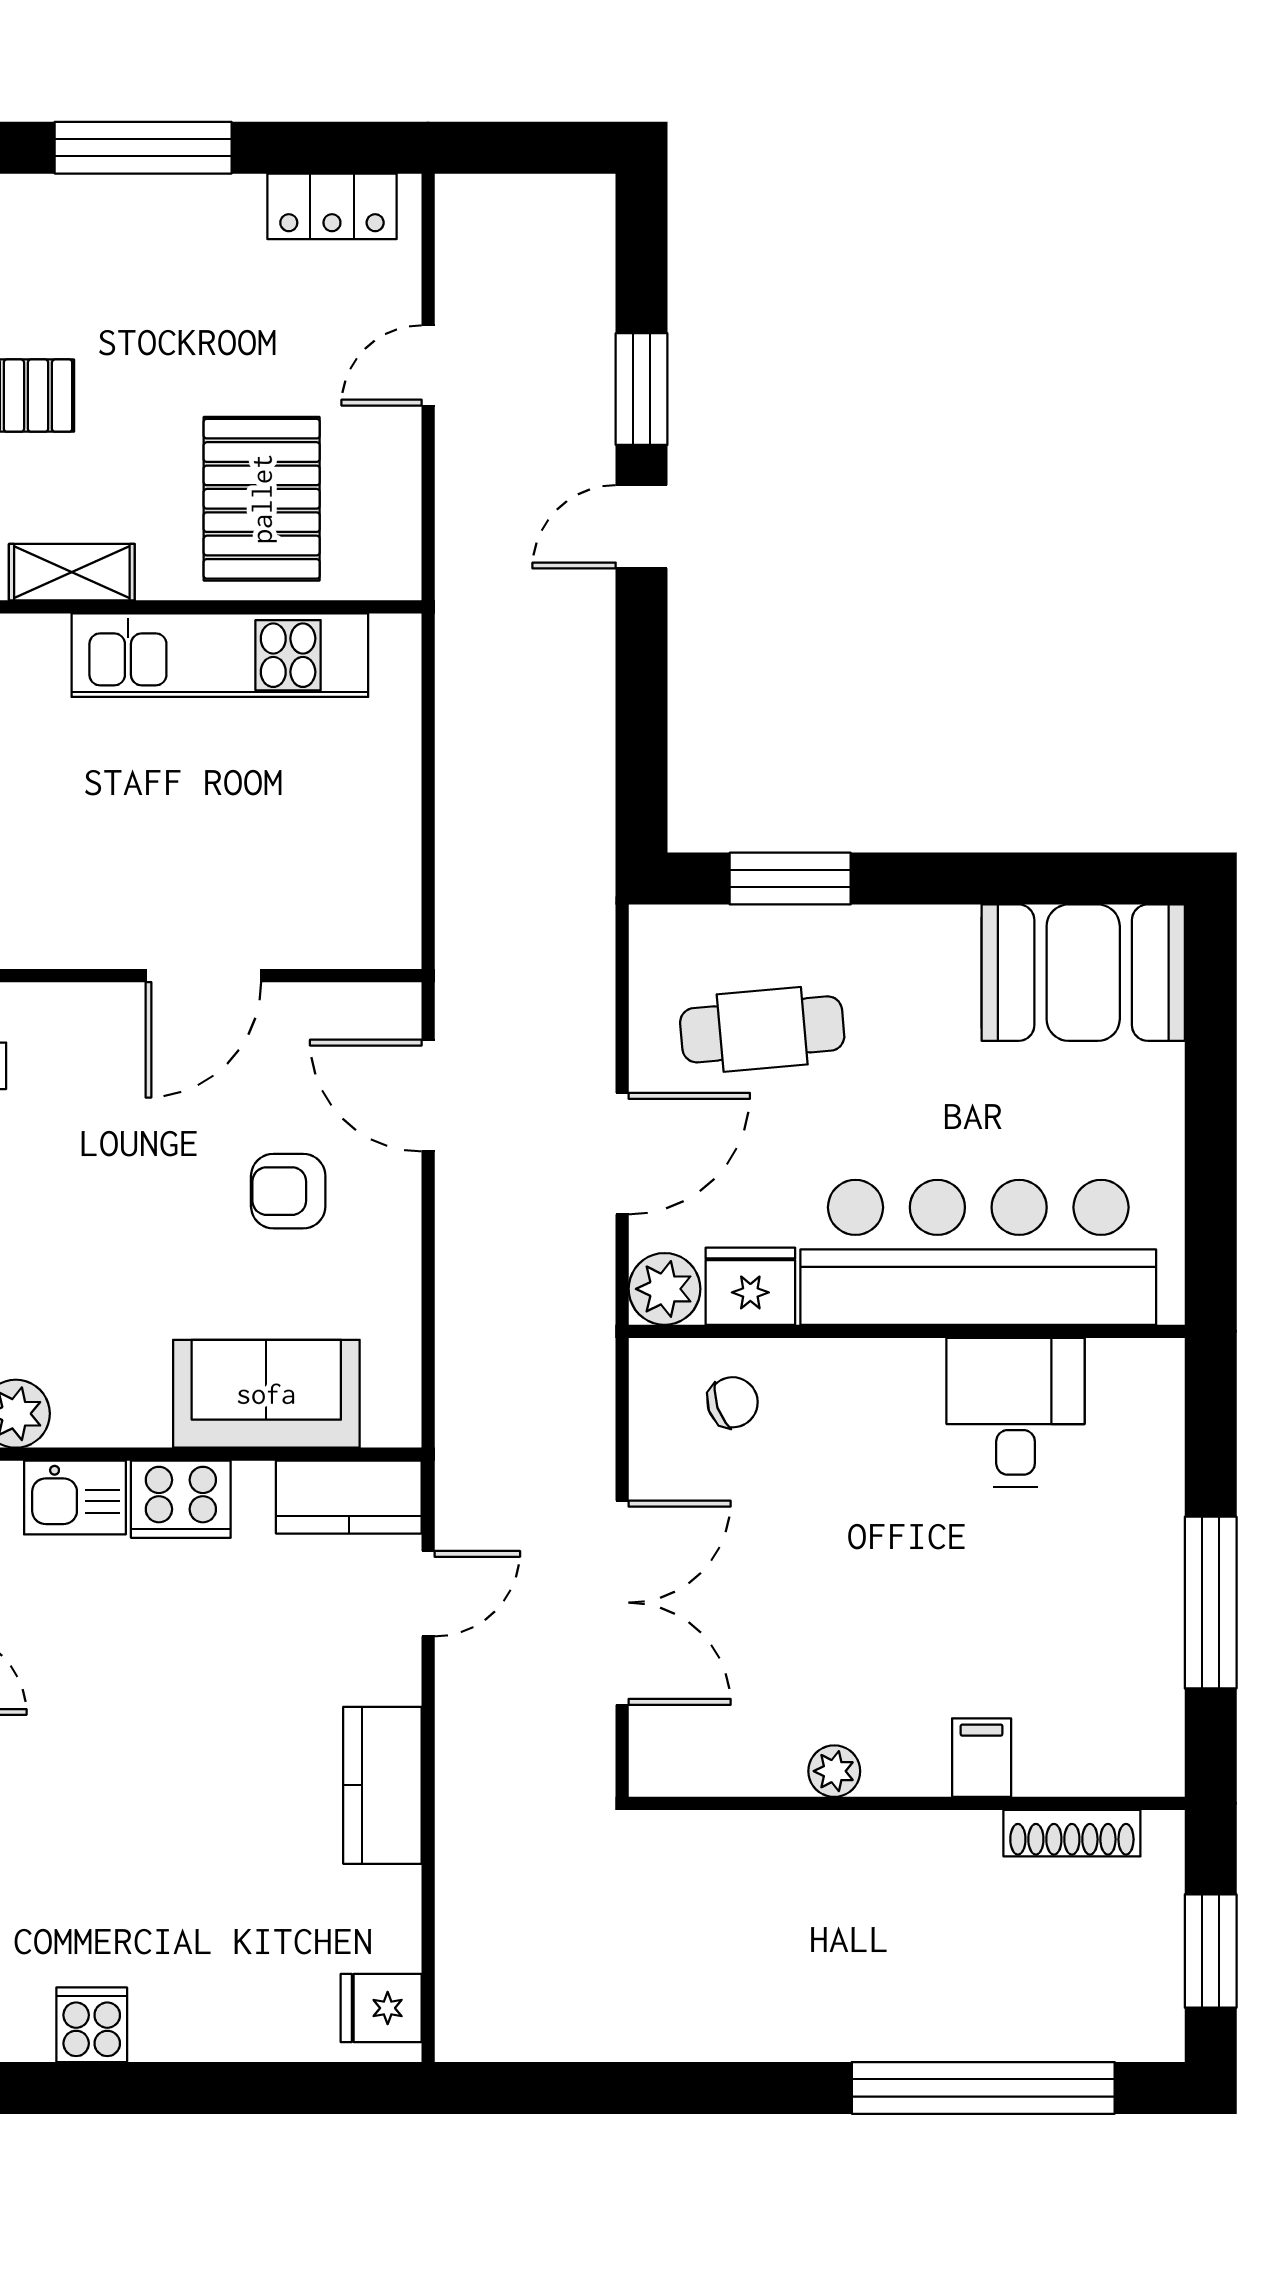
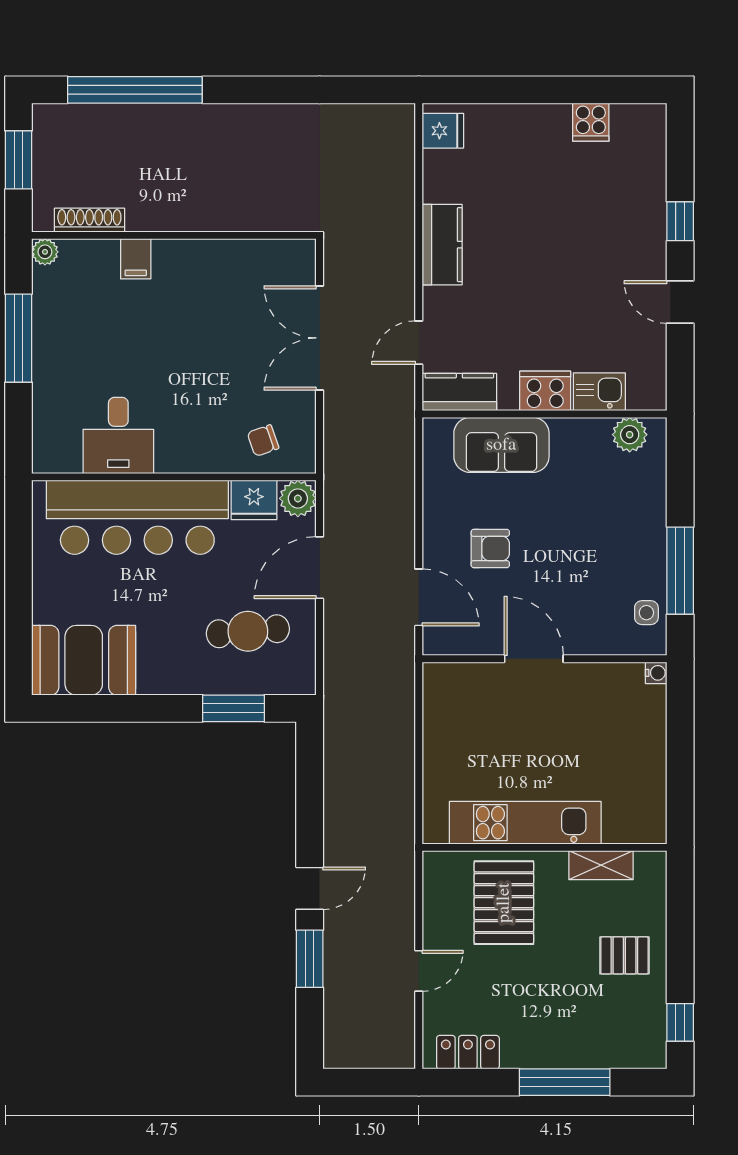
door: (203, 976) -> (534, 659), hinge flipped
plant: (834, 1771) -> (45, 252), moved

